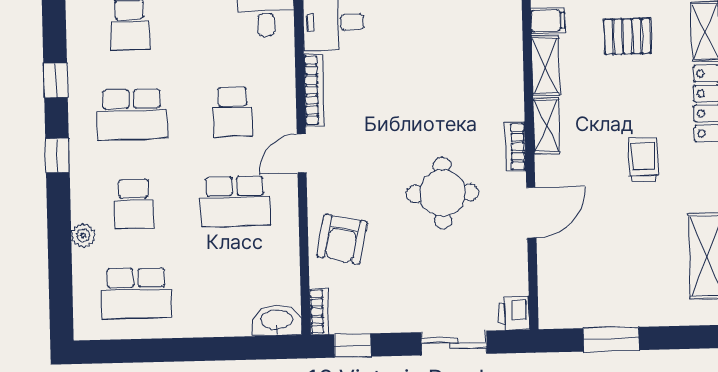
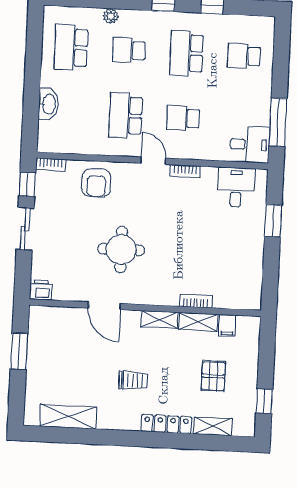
bookcase: (314, 90) -> (185, 171), width x0.64
bookcase: (515, 147) -> (196, 301), moved
armchair: (342, 239) -> (96, 183), turned -102
washbasin: (277, 321) -> (49, 104), moved
sliding door: (454, 343) -> (25, 229), moved

